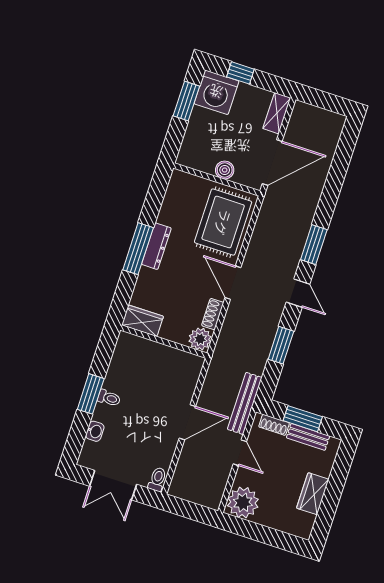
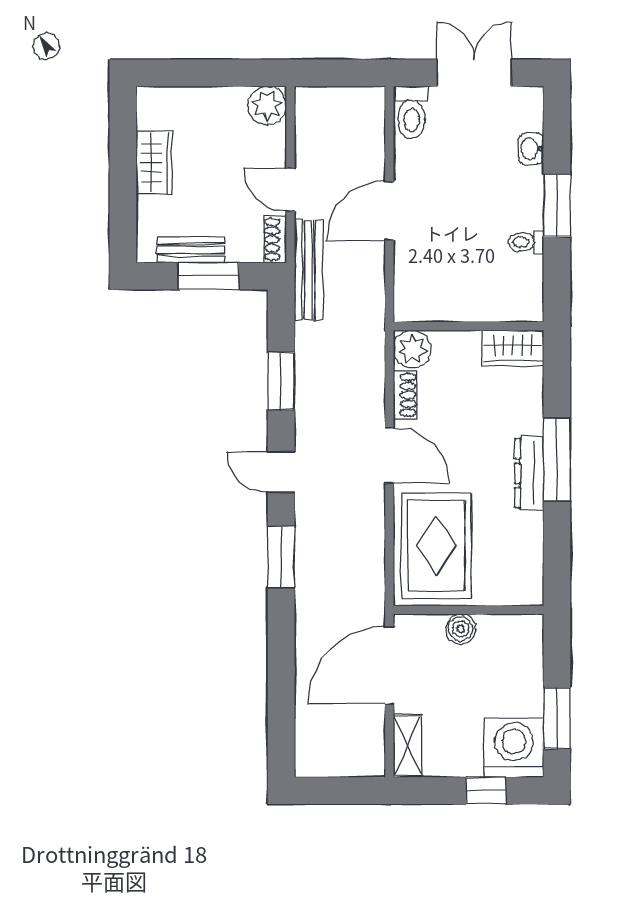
toilet: (109, 398) -> (526, 242), moved
shoe rack: (274, 425) -> (275, 239), moved, turned -90
toilet: (157, 479) -> (412, 112), width x1.37, depth x1.39
plant: (243, 503) -> (267, 105), width x0.73, depth x0.73

